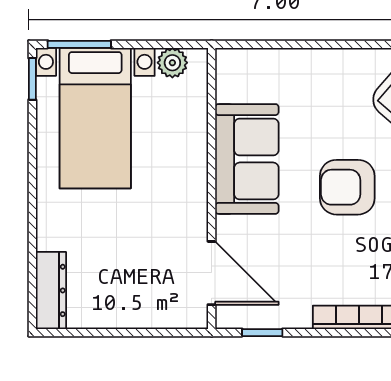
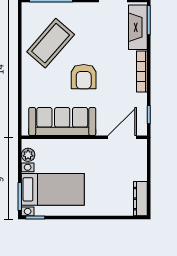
sofa: (247, 159) -> (62, 122), width x1.36
dresser: (51, 290) -> (140, 199), moved, turned -90

